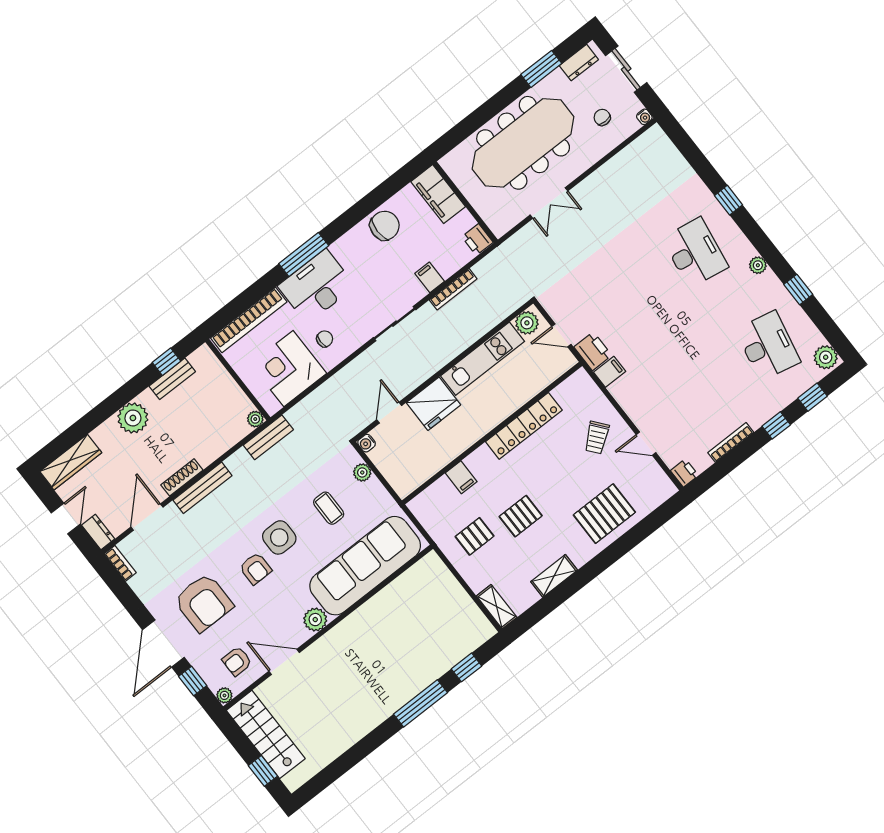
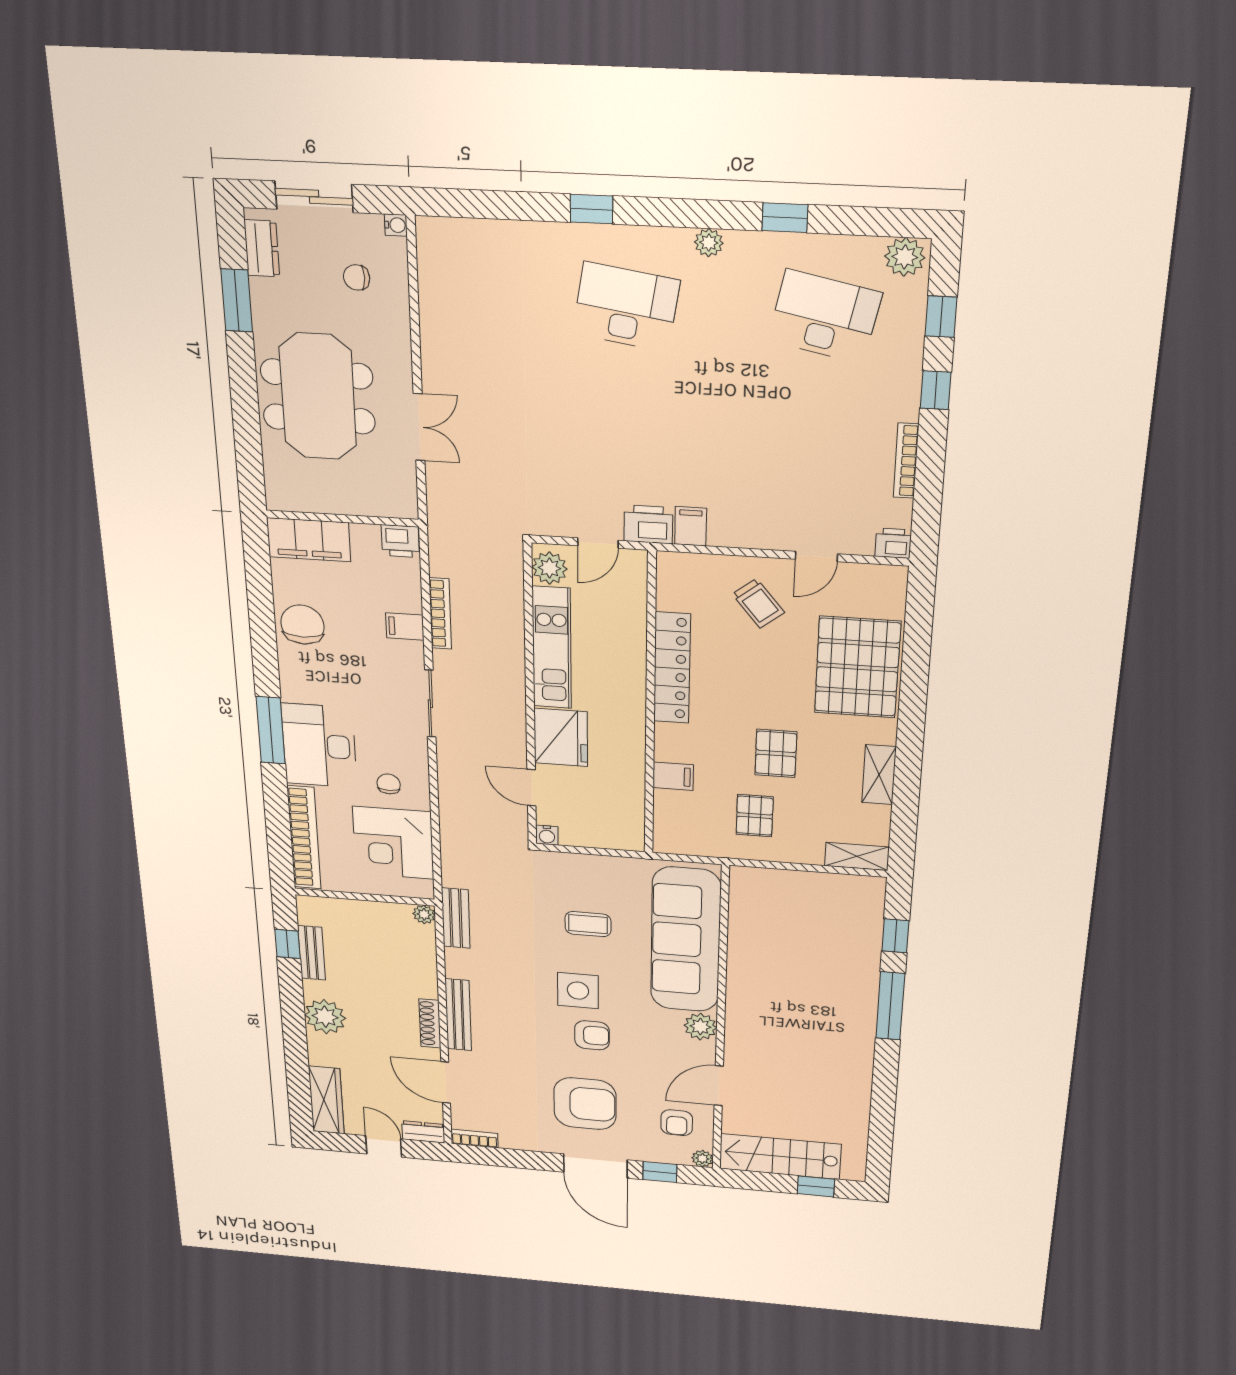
meeting table: (523, 143) -> (318, 397), width x0.73
plant: (362, 472) -> (577, 864), removed
pallet: (604, 514) -> (857, 667), width x1.37, depth x1.41

